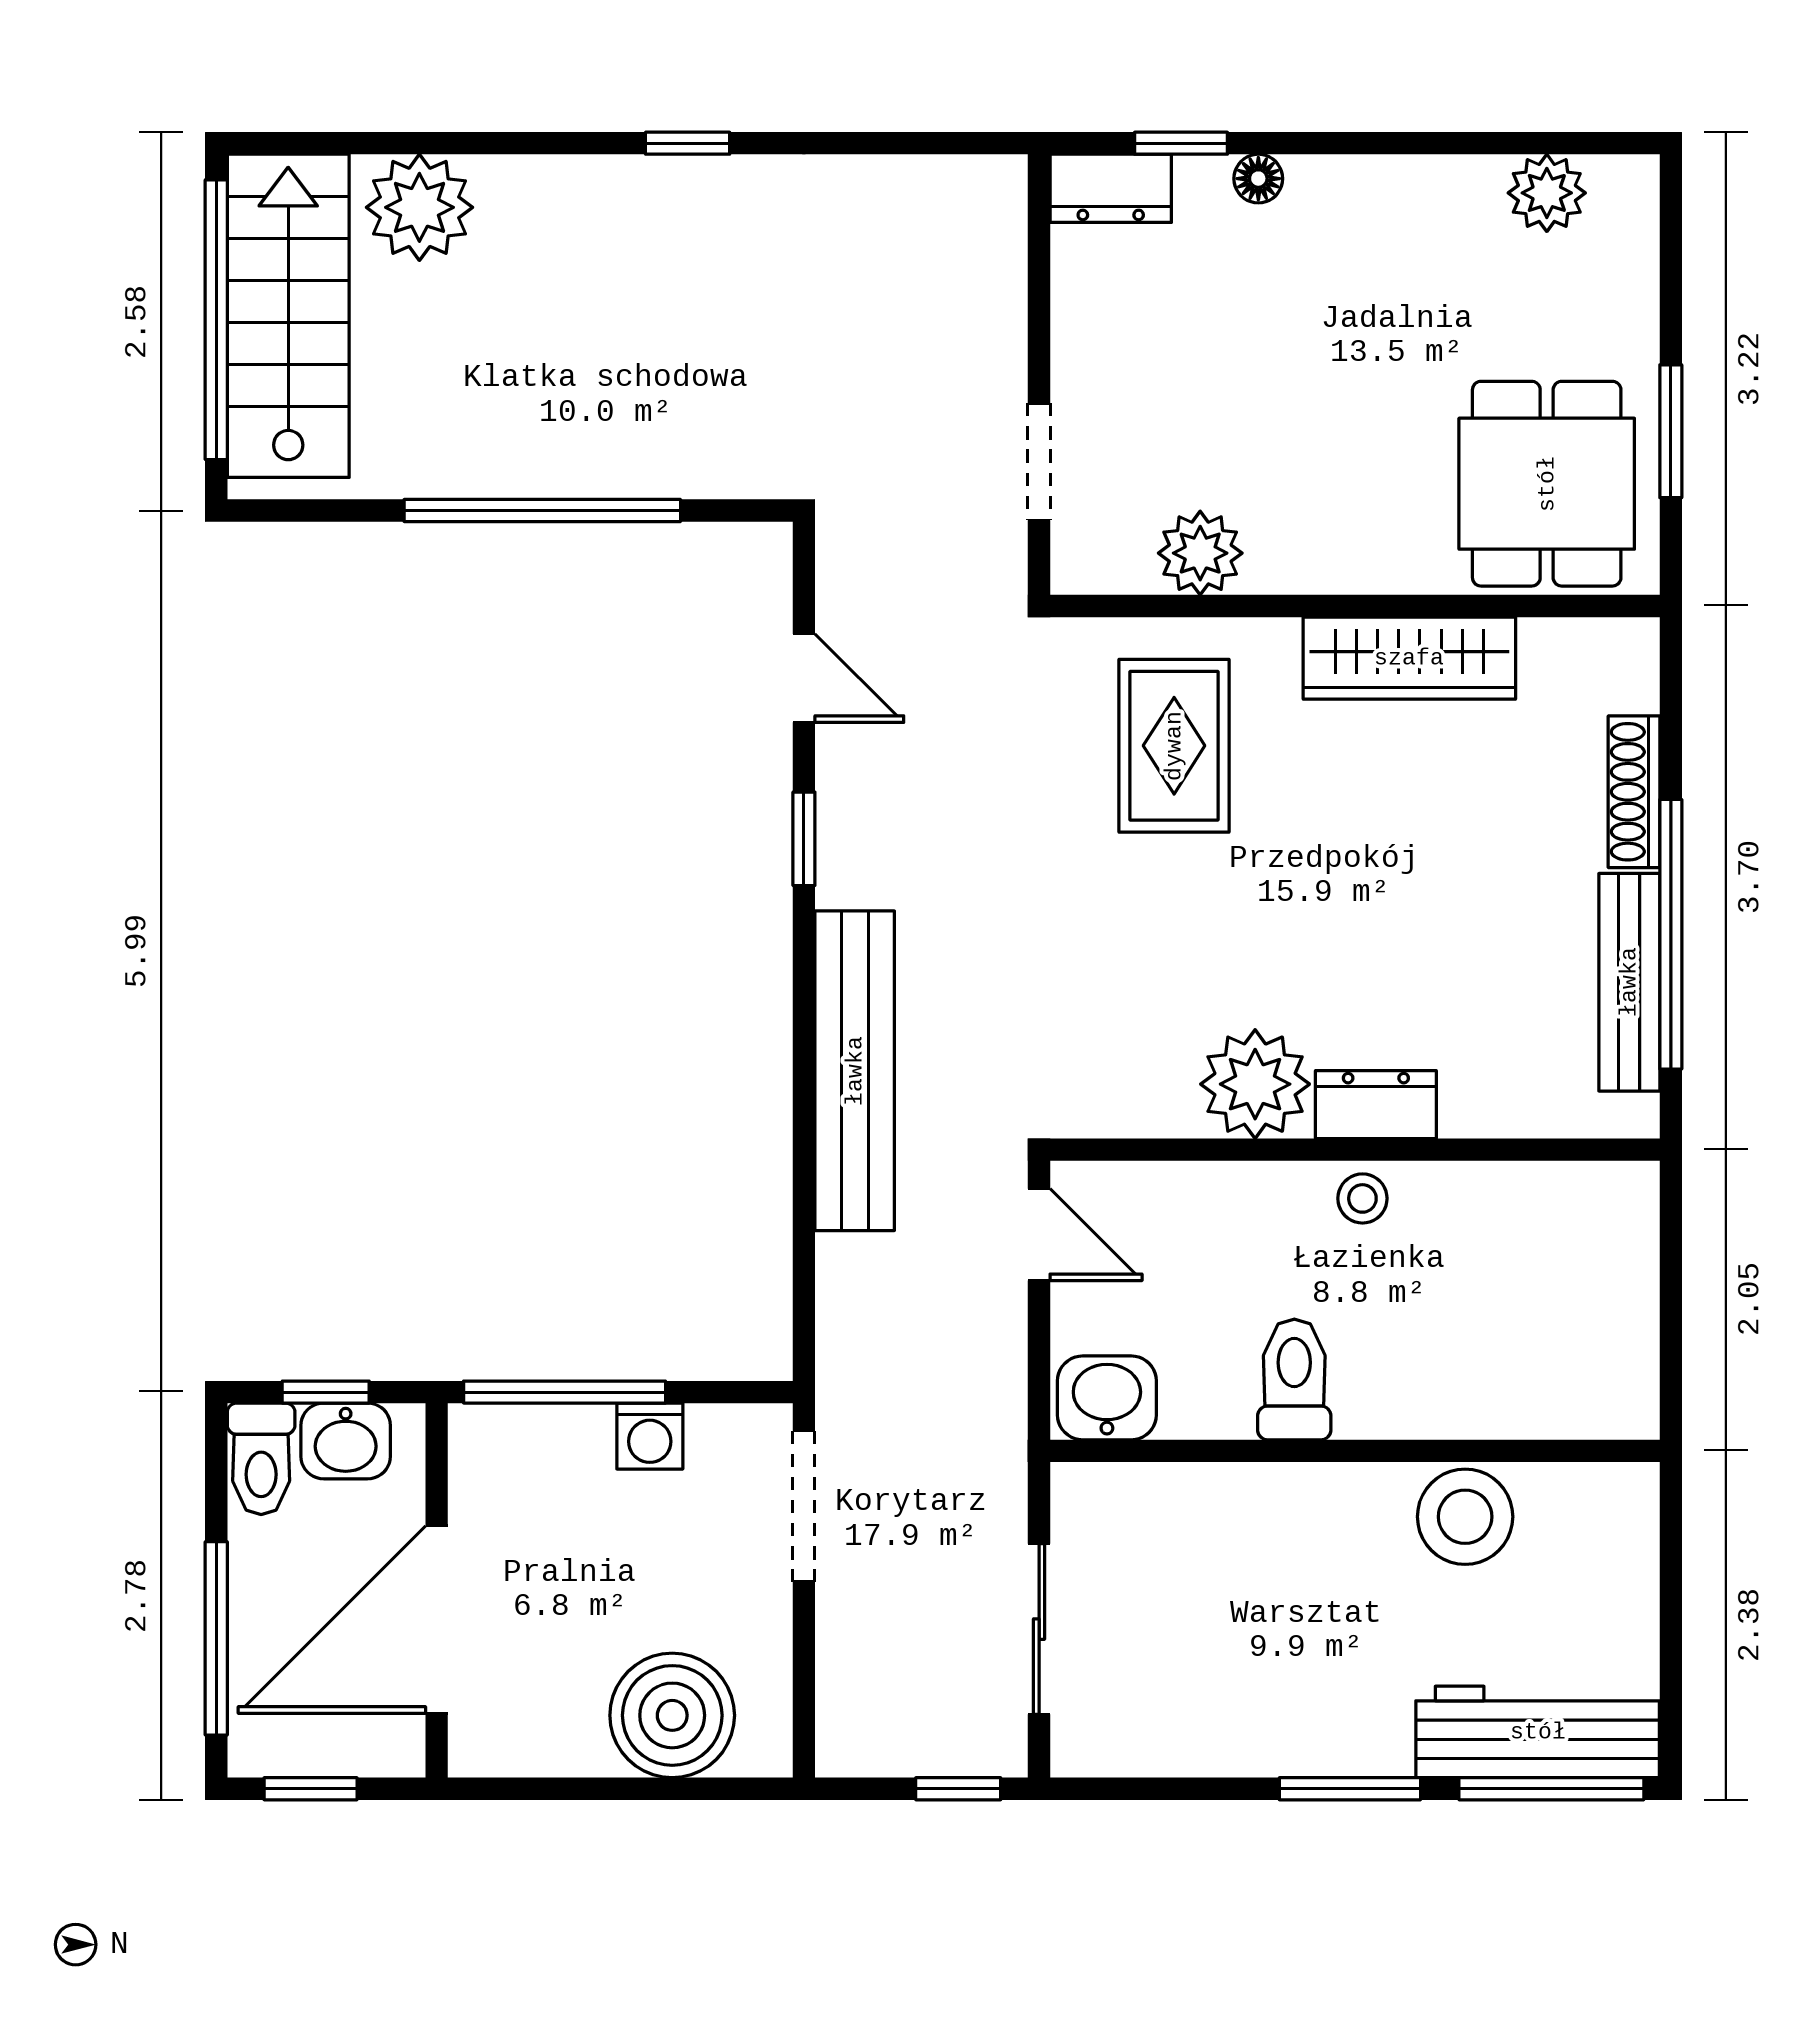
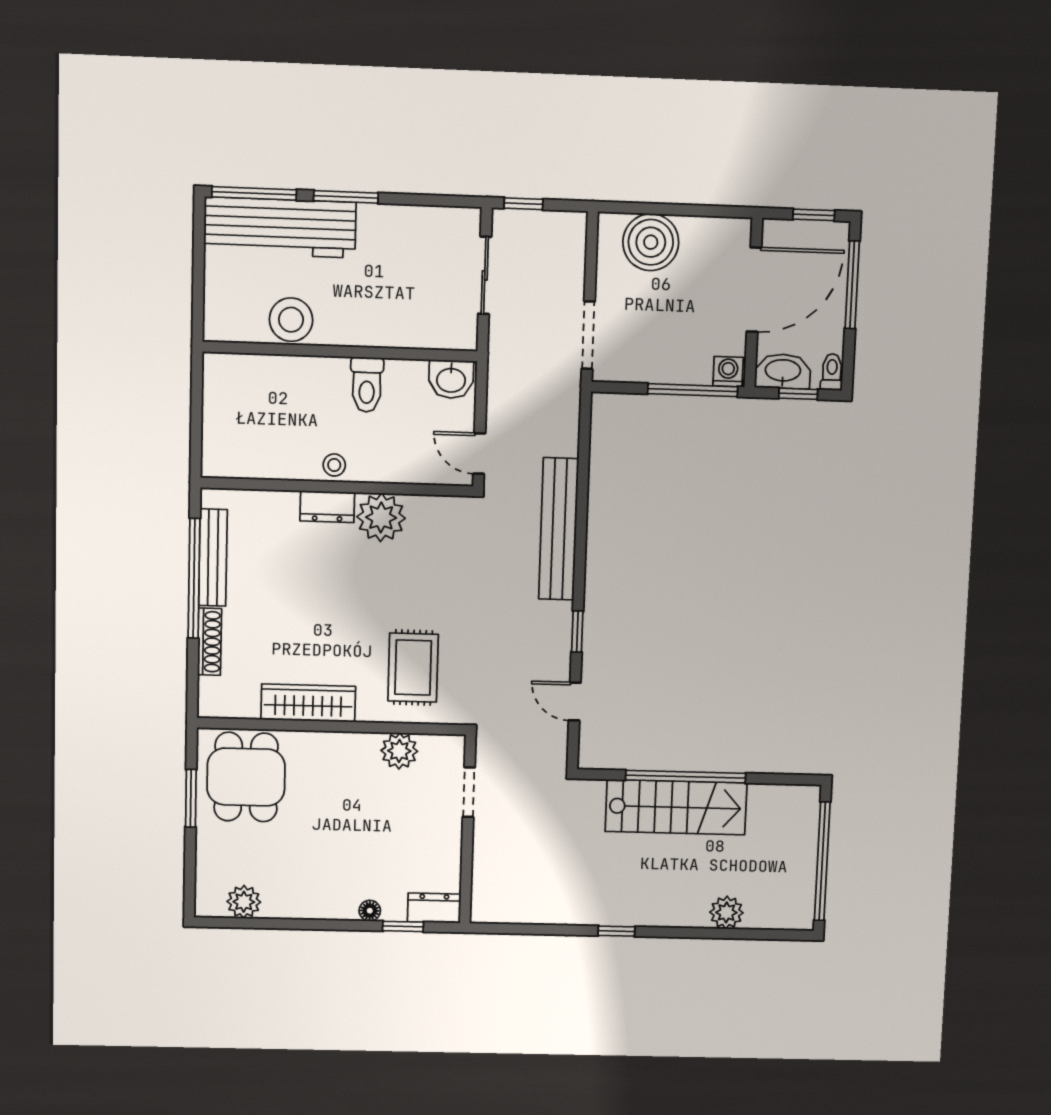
plant: (419, 207) -> (726, 912), width x0.73, depth x0.73
stairs: (288, 316) -> (676, 807), moved, turned -90
washing machine: (650, 1436) -> (728, 372), moved
washbasin: (346, 1441) -> (783, 371), width x1.38
toilet: (261, 1459) -> (832, 372), width x0.73, depth x0.72
workbench: (1538, 1732) -> (280, 227), width x1.36, depth x1.32

